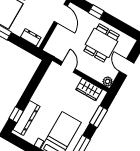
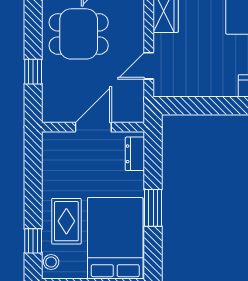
door: (61, 14) -> (93, 127), moved

